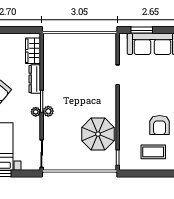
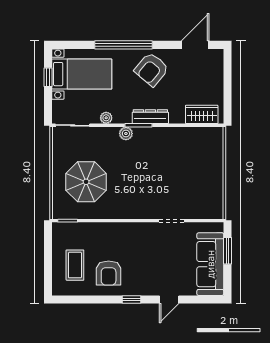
dresser: (35, 79) -> (150, 117), moved
plant: (36, 112) -> (106, 118), moved
armchair: (160, 125) -> (109, 273), turned -90
parasol: (98, 134) -> (86, 182), moved

